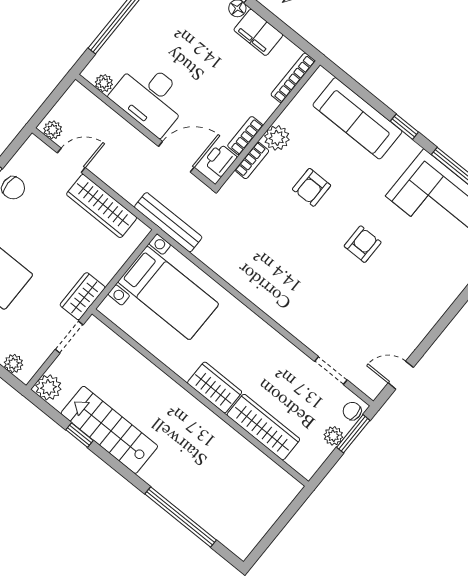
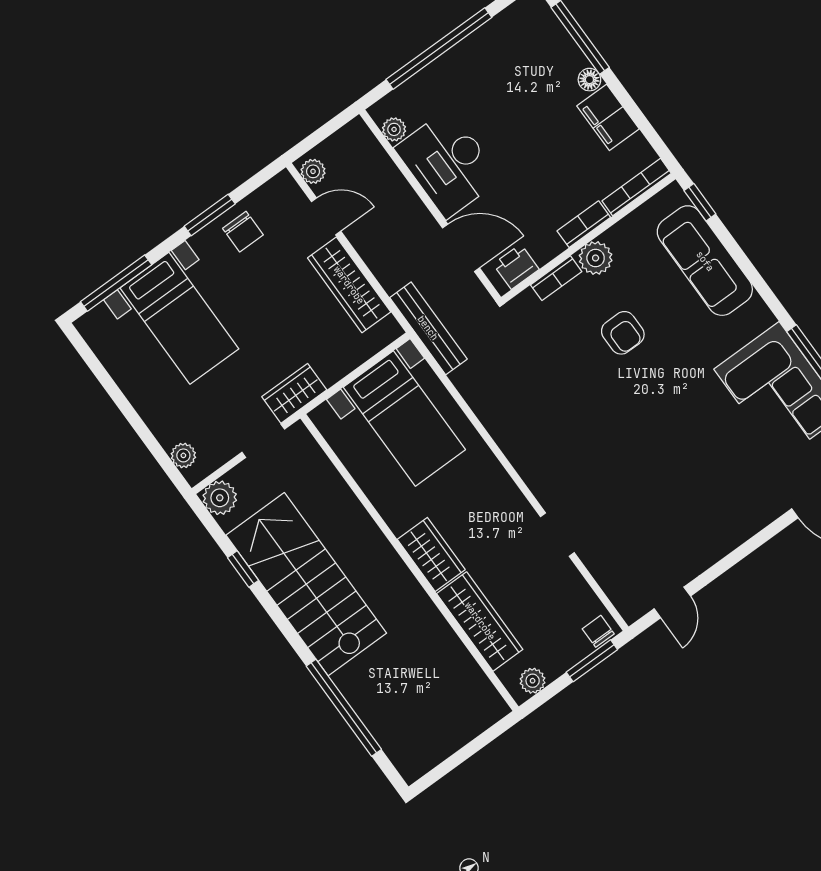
window: (404, 127) -> (700, 202), moved
bookcase: (245, 136) -> (584, 224), moved
armchair: (312, 187) -> (623, 333), turned -90
armchair: (363, 244) -> (668, 423), removed
doorway: (331, 371) -> (557, 535), moved
door: (401, 375) -> (672, 602), swing flipped
stairs: (109, 430) -> (306, 584), width x1.36, depth x1.51
plant: (333, 436) -> (533, 681), moved

